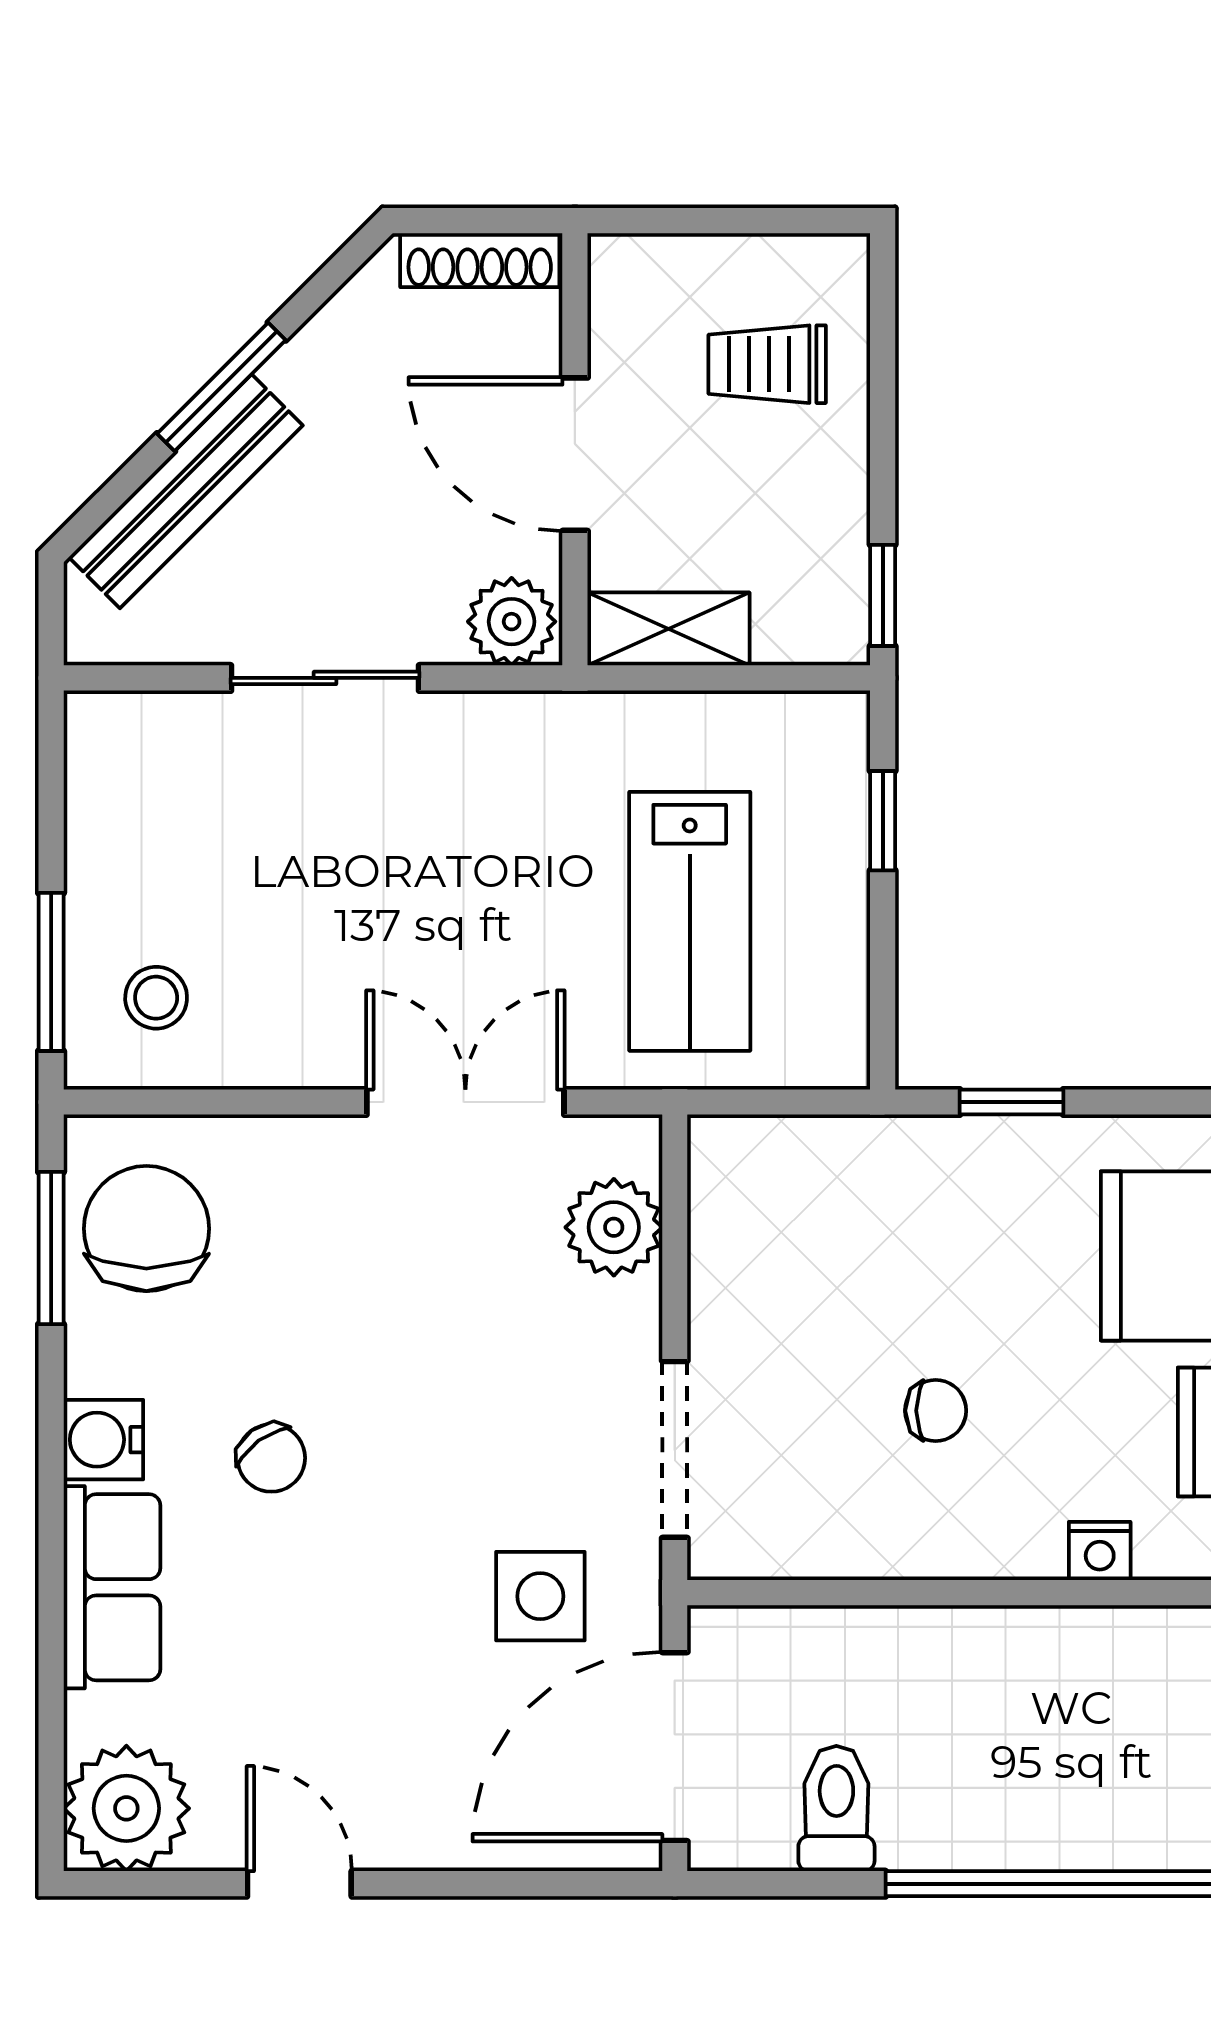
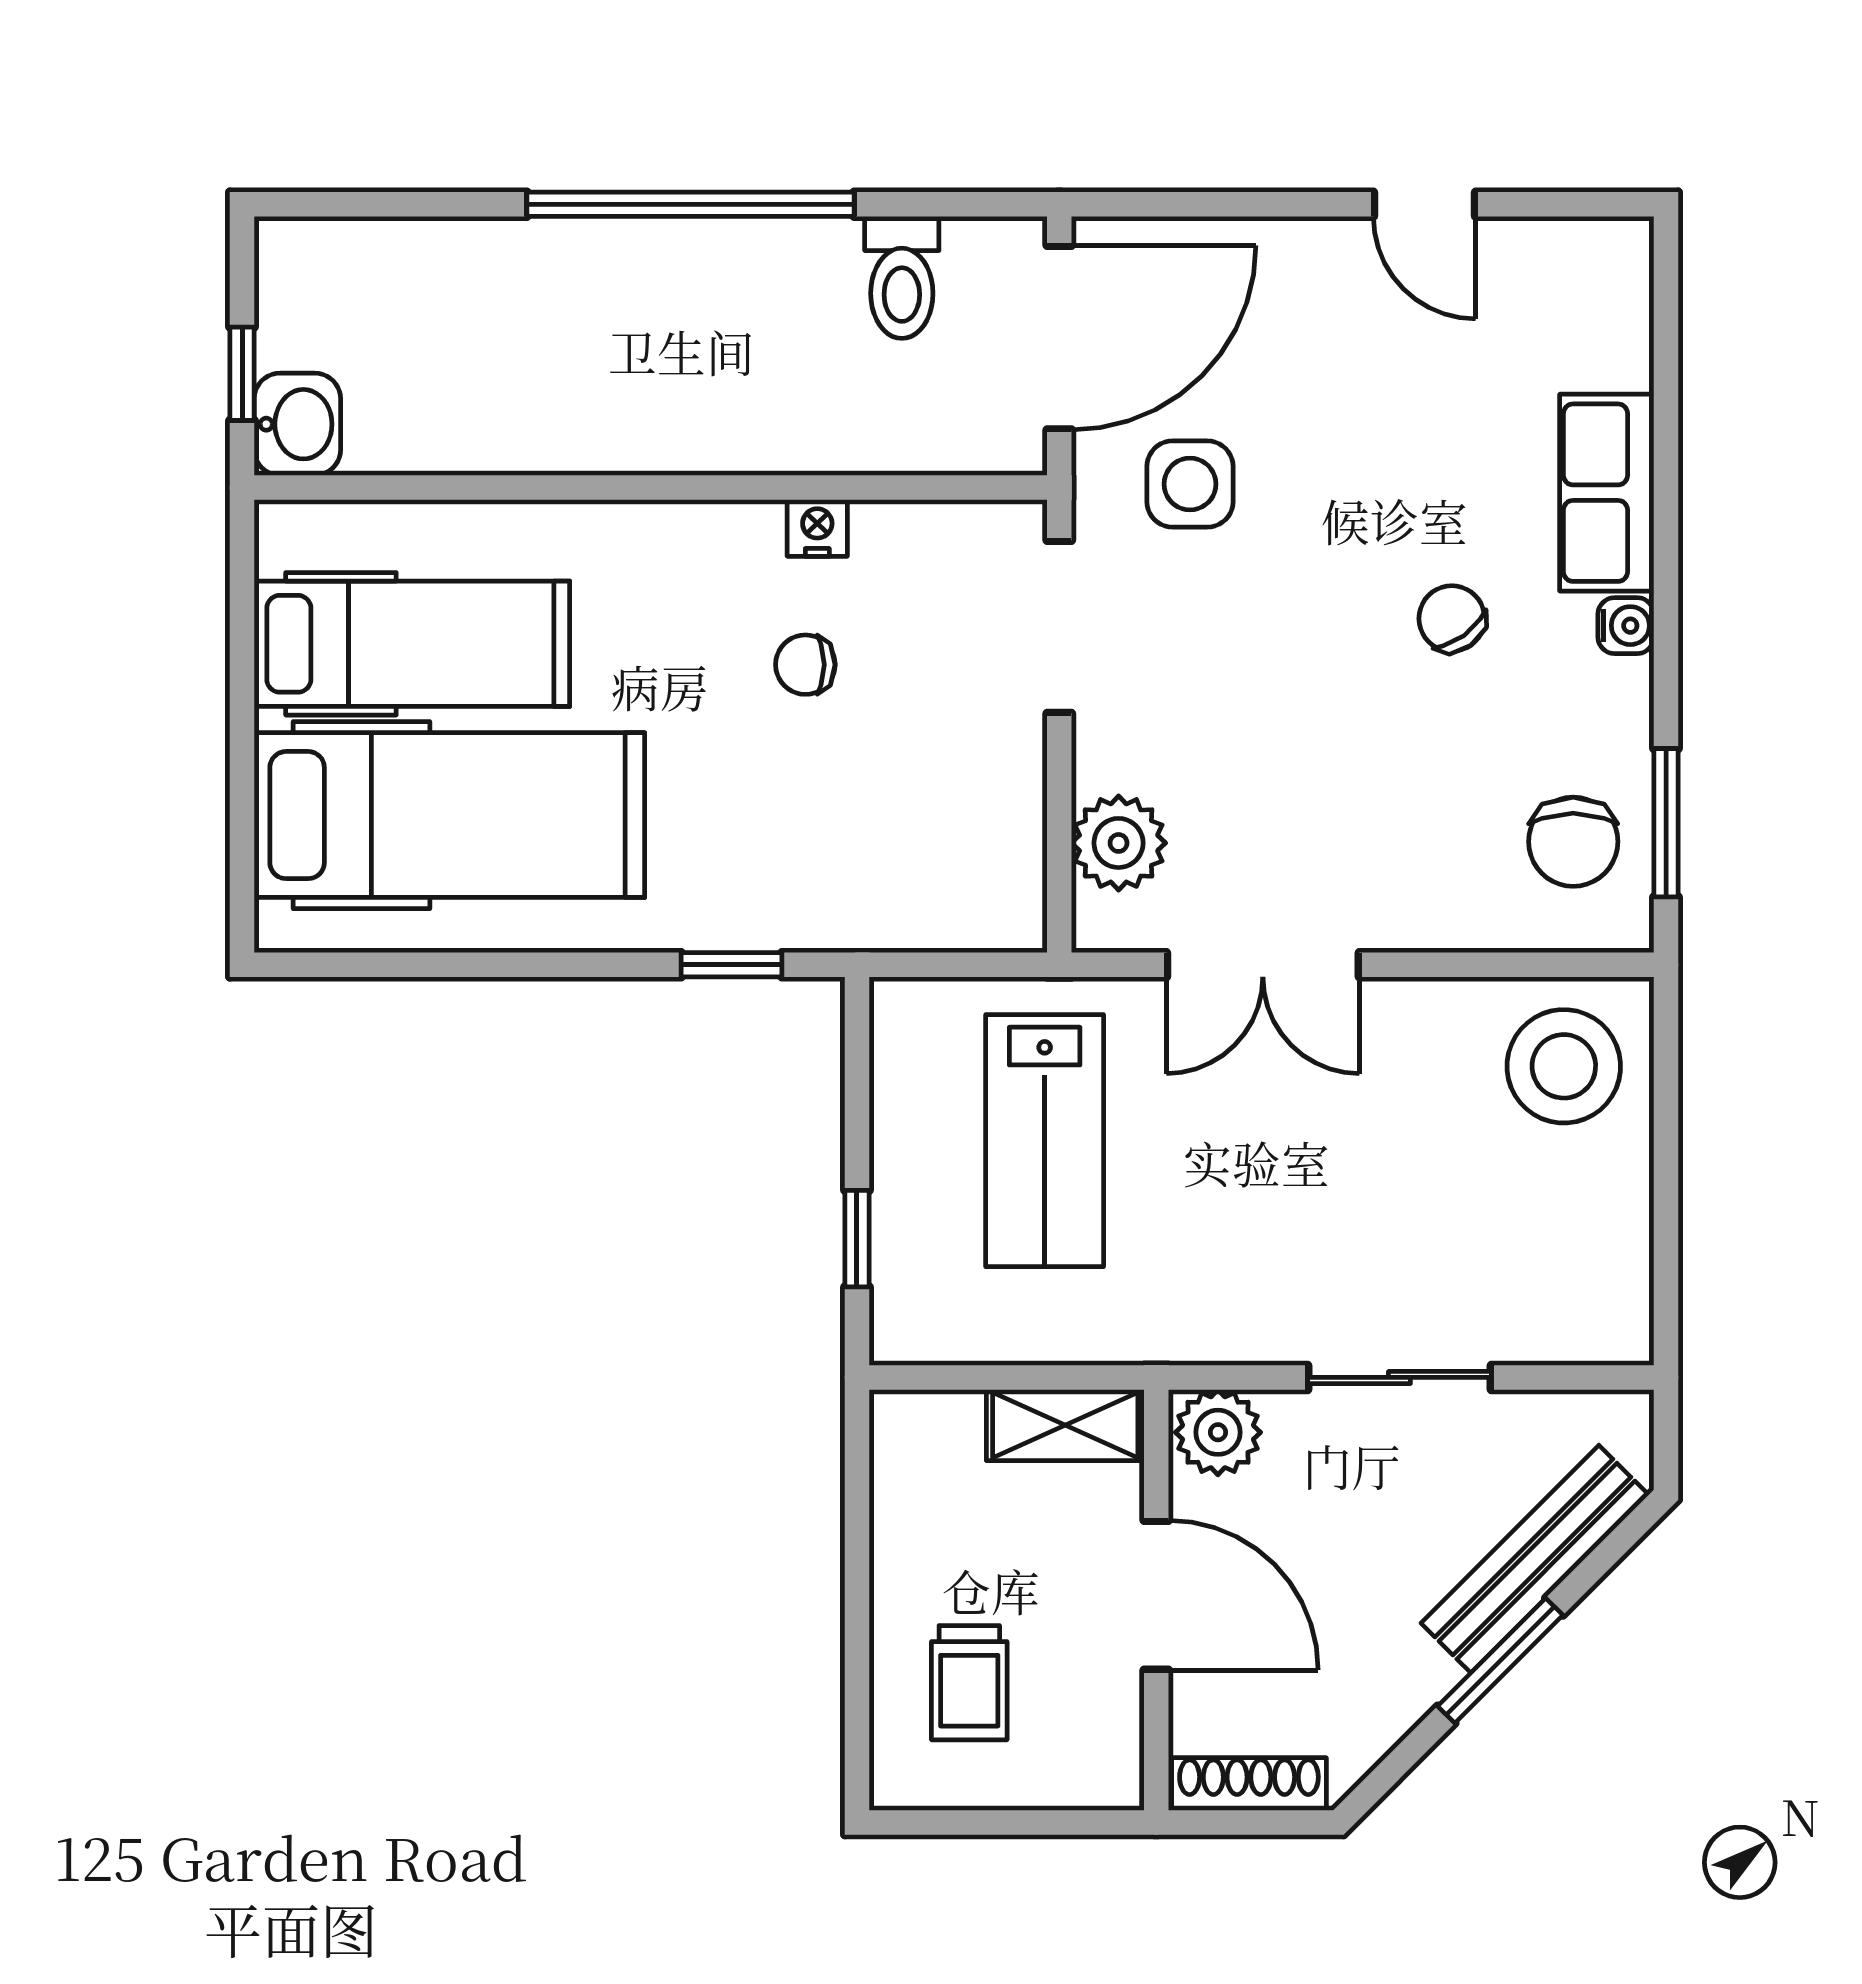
trolley: (767, 364) -> (969, 1683), turned 90
window: (883, 595) -> (857, 1458), removed
lab bench: (690, 921) -> (1045, 1141), turned 180
window: (51, 972) -> (1666, 1091), removed
stool: (156, 998) -> (1564, 1066), width x1.89, depth x1.89
chair: (146, 1229) -> (1573, 842), width x0.73, depth x0.73
water cooler: (103, 1440) -> (1626, 626), width x0.72, depth x0.72
nightstand: (1100, 1551) -> (817, 528), moved
plant: (126, 1808) -> (1593, 278), removed

